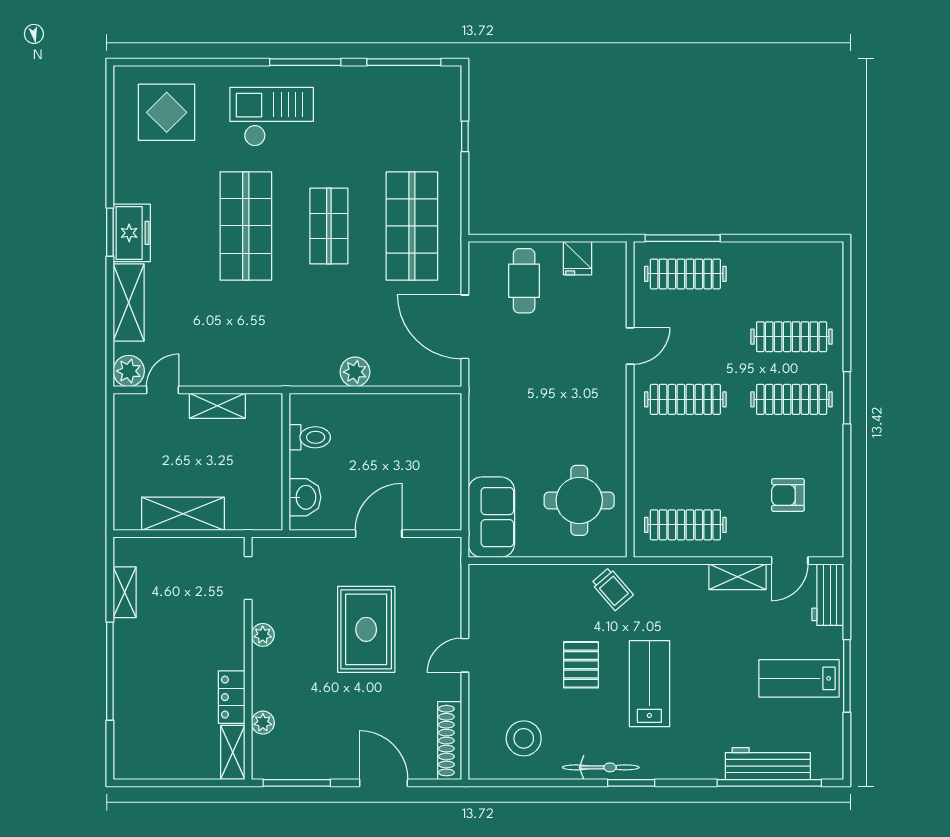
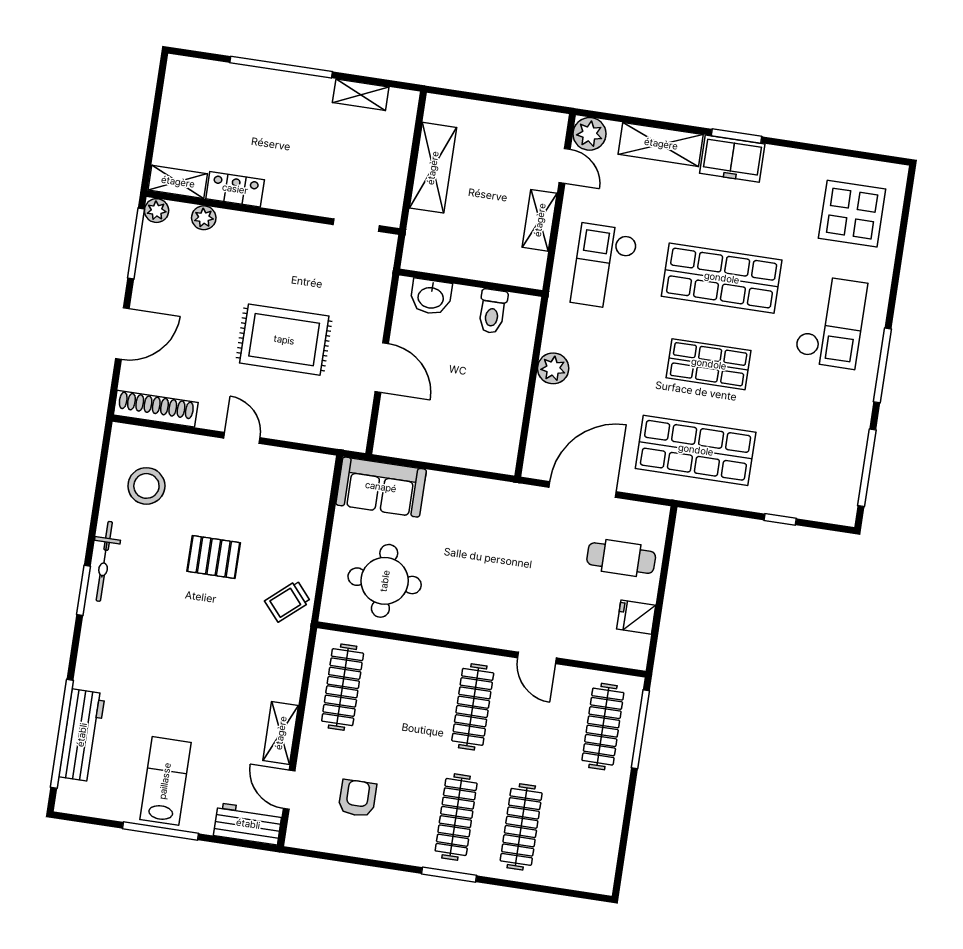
checkout: (252, 338) -> (604, 267), added
plant: (263, 635) -> (157, 211), moved
lab bench: (649, 684) -> (183, 625), removed

